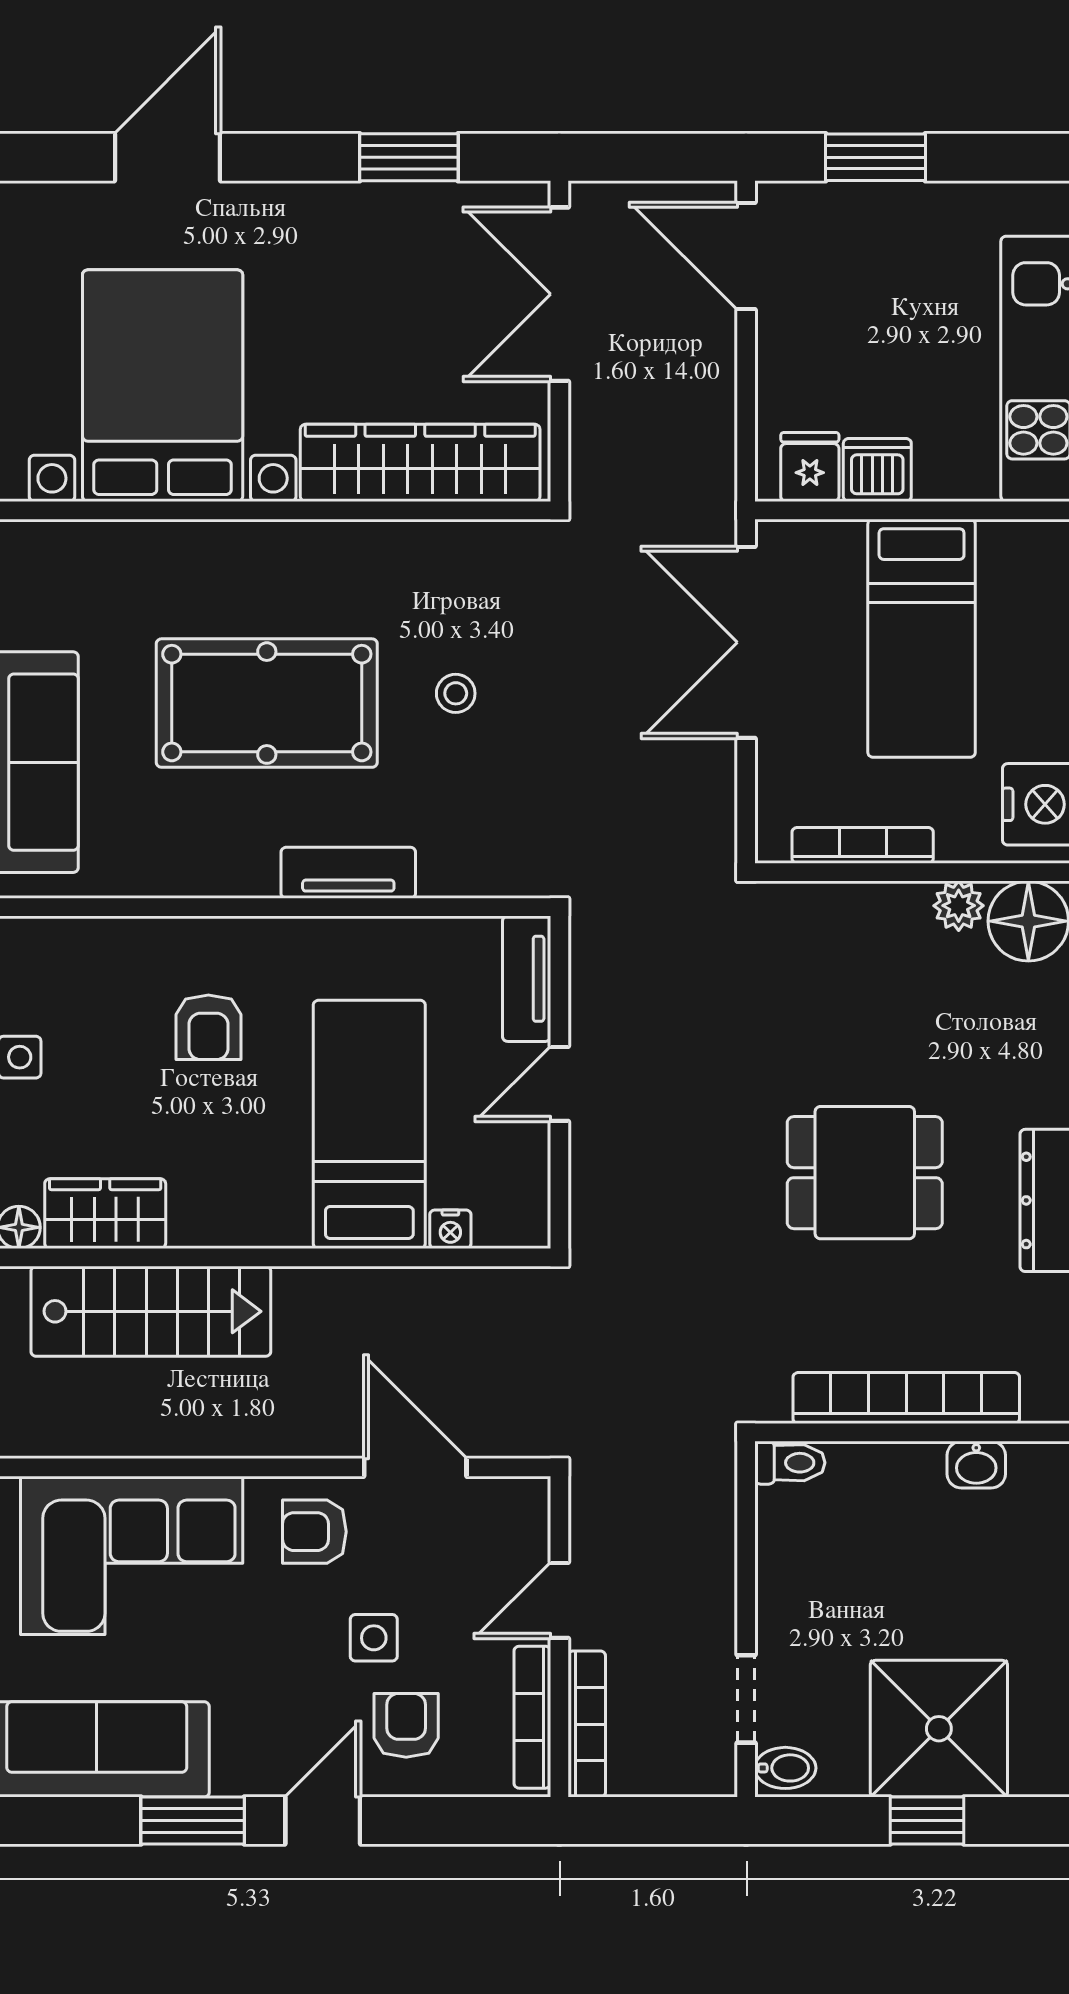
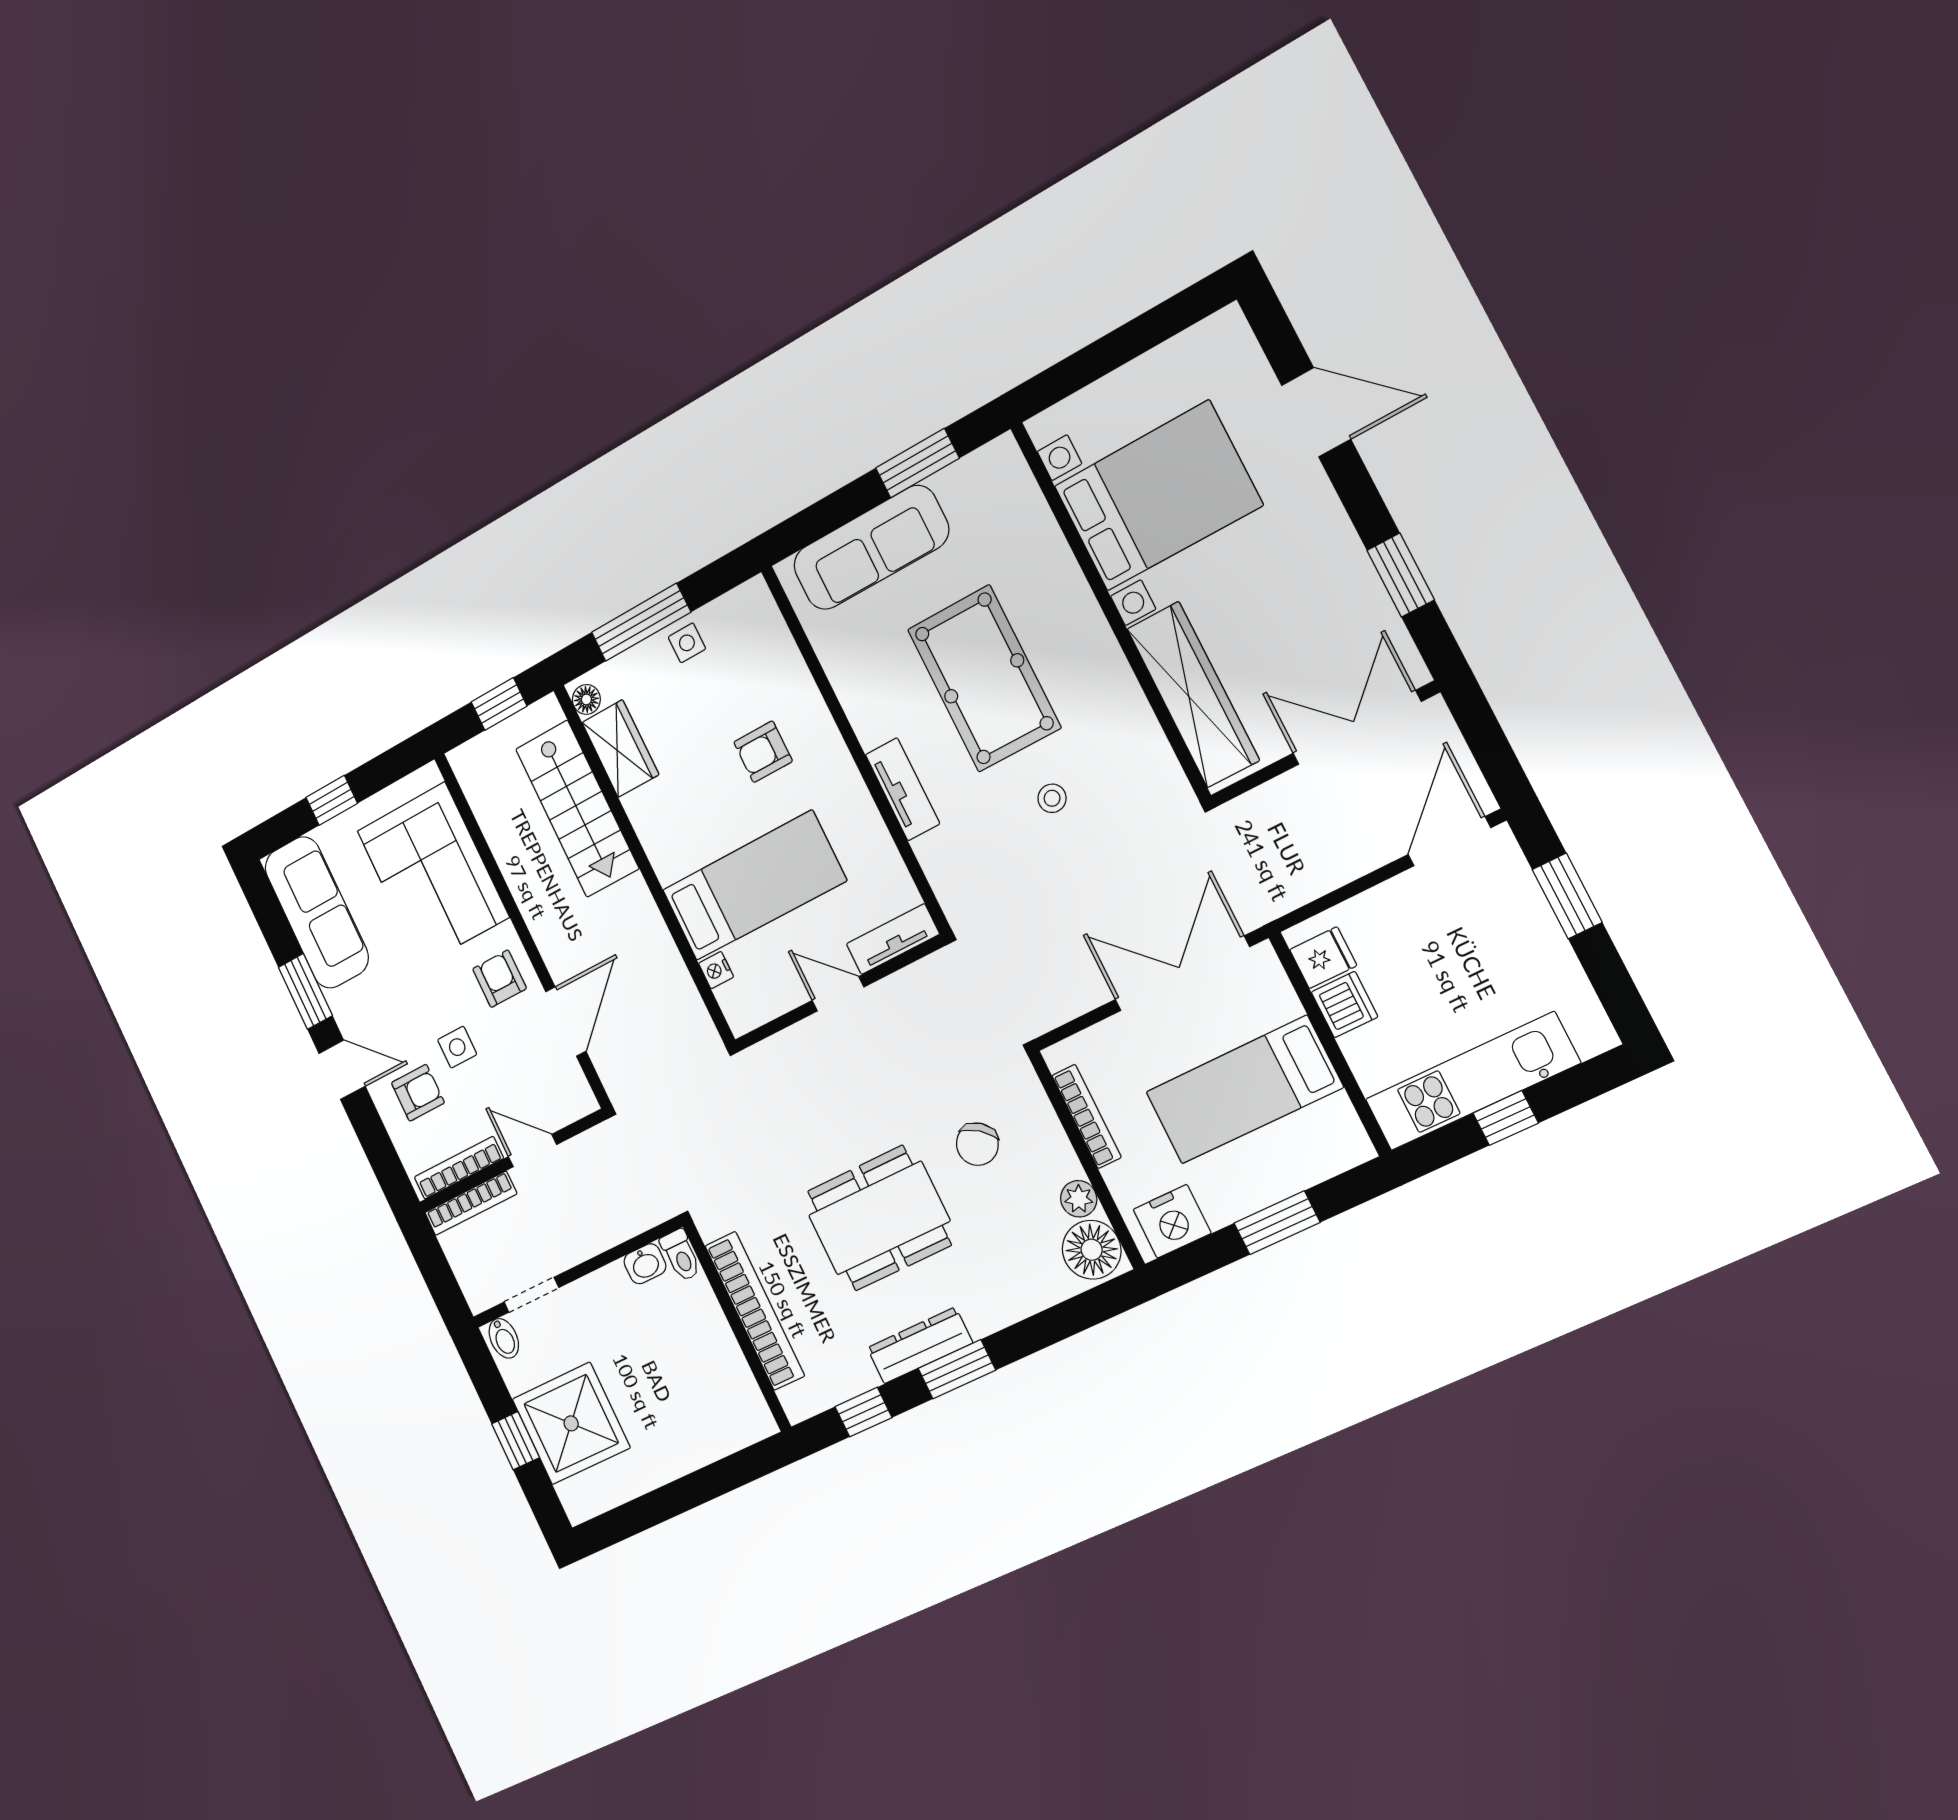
chair: (832, 999) -> (977, 1144), added
dining table: (865, 1173) -> (879, 1218), width x1.38
washbasin: (976, 1465) -> (645, 1264), moved, turned -90

